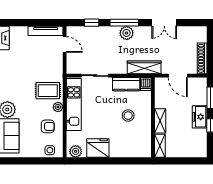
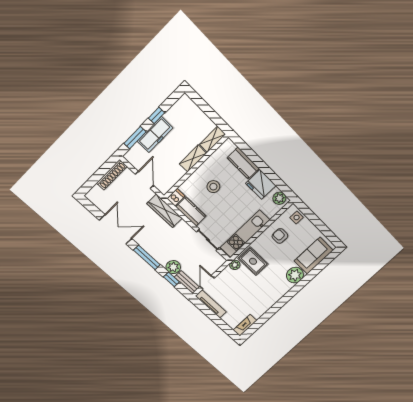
double door: (164, 23) -> (116, 229), width x1.37
bench: (79, 31) -> (187, 282), added
plant: (127, 33) -> (173, 267), moved
plant: (58, 107) -> (235, 265), moved
freezer: (200, 117) -> (155, 135), width x1.40
kitchen counter: (124, 150) -> (243, 163), added

